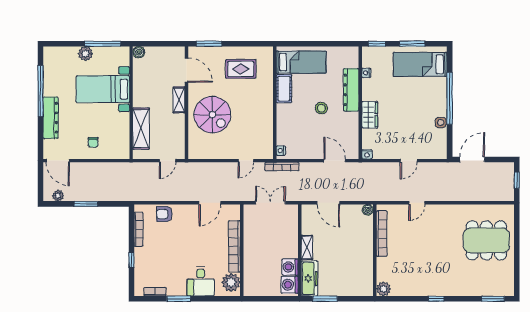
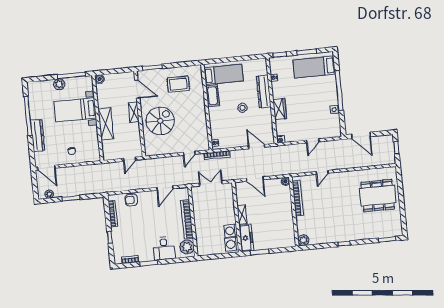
spiral stairs: (212, 115) -> (160, 121), turned -90
shelving: (141, 129) -> (106, 124), moved
door: (472, 160) -> (361, 135), swing flipped

